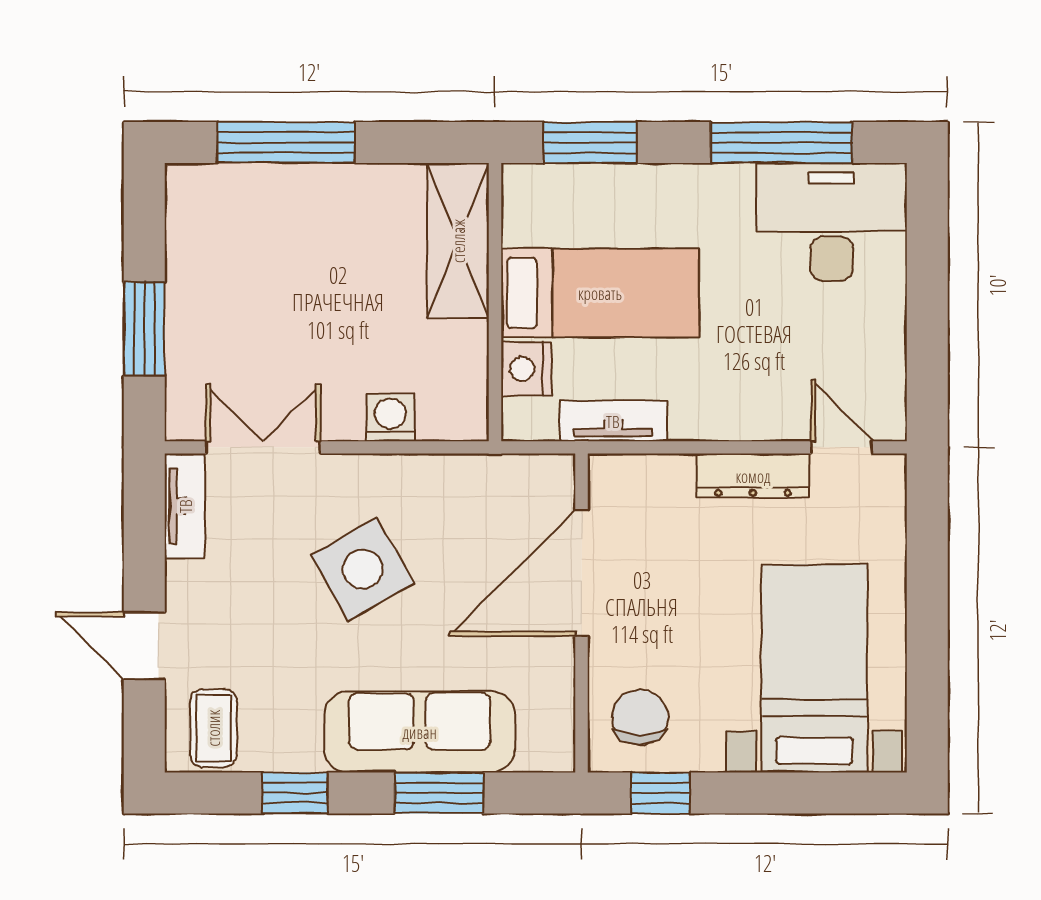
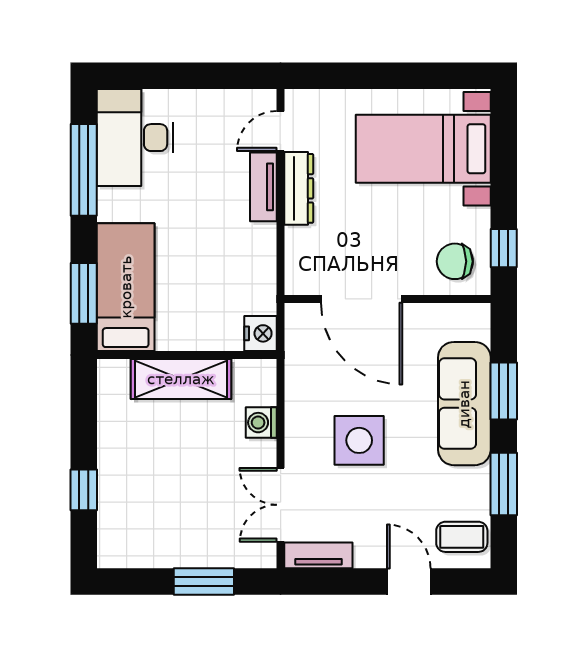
window: (286, 143) -> (84, 490), width x0.46
shelving: (458, 241) -> (181, 379), moved
bed: (600, 293) -> (126, 287), moved
nightstand: (526, 369) -> (260, 333), moved, turned -90
tv unit: (613, 421) -> (263, 187), moved
side table: (363, 569) -> (359, 440), turned 30
door: (144, 646) -> (409, 581), swing flipped
window: (295, 793) -> (504, 484), width x1.50

